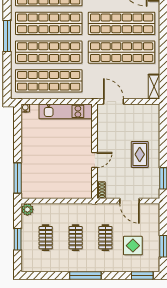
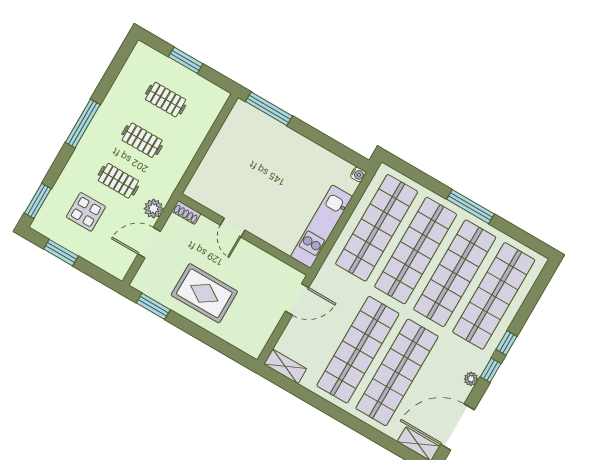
rug: (140, 154) -> (204, 293), width x1.36, depth x1.43
plant: (27, 209) -> (154, 209), moved

